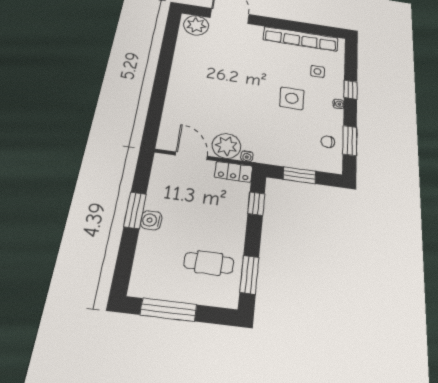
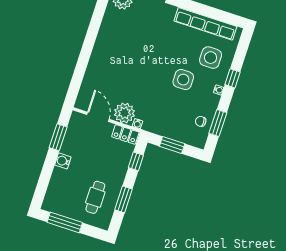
side table: (318, 71) -> (211, 58), width x1.87, depth x1.87
window: (135, 210) -> (58, 137), moved
cafe table: (209, 263) -> (95, 197), turned 90
window: (249, 275) -> (123, 199), moved

